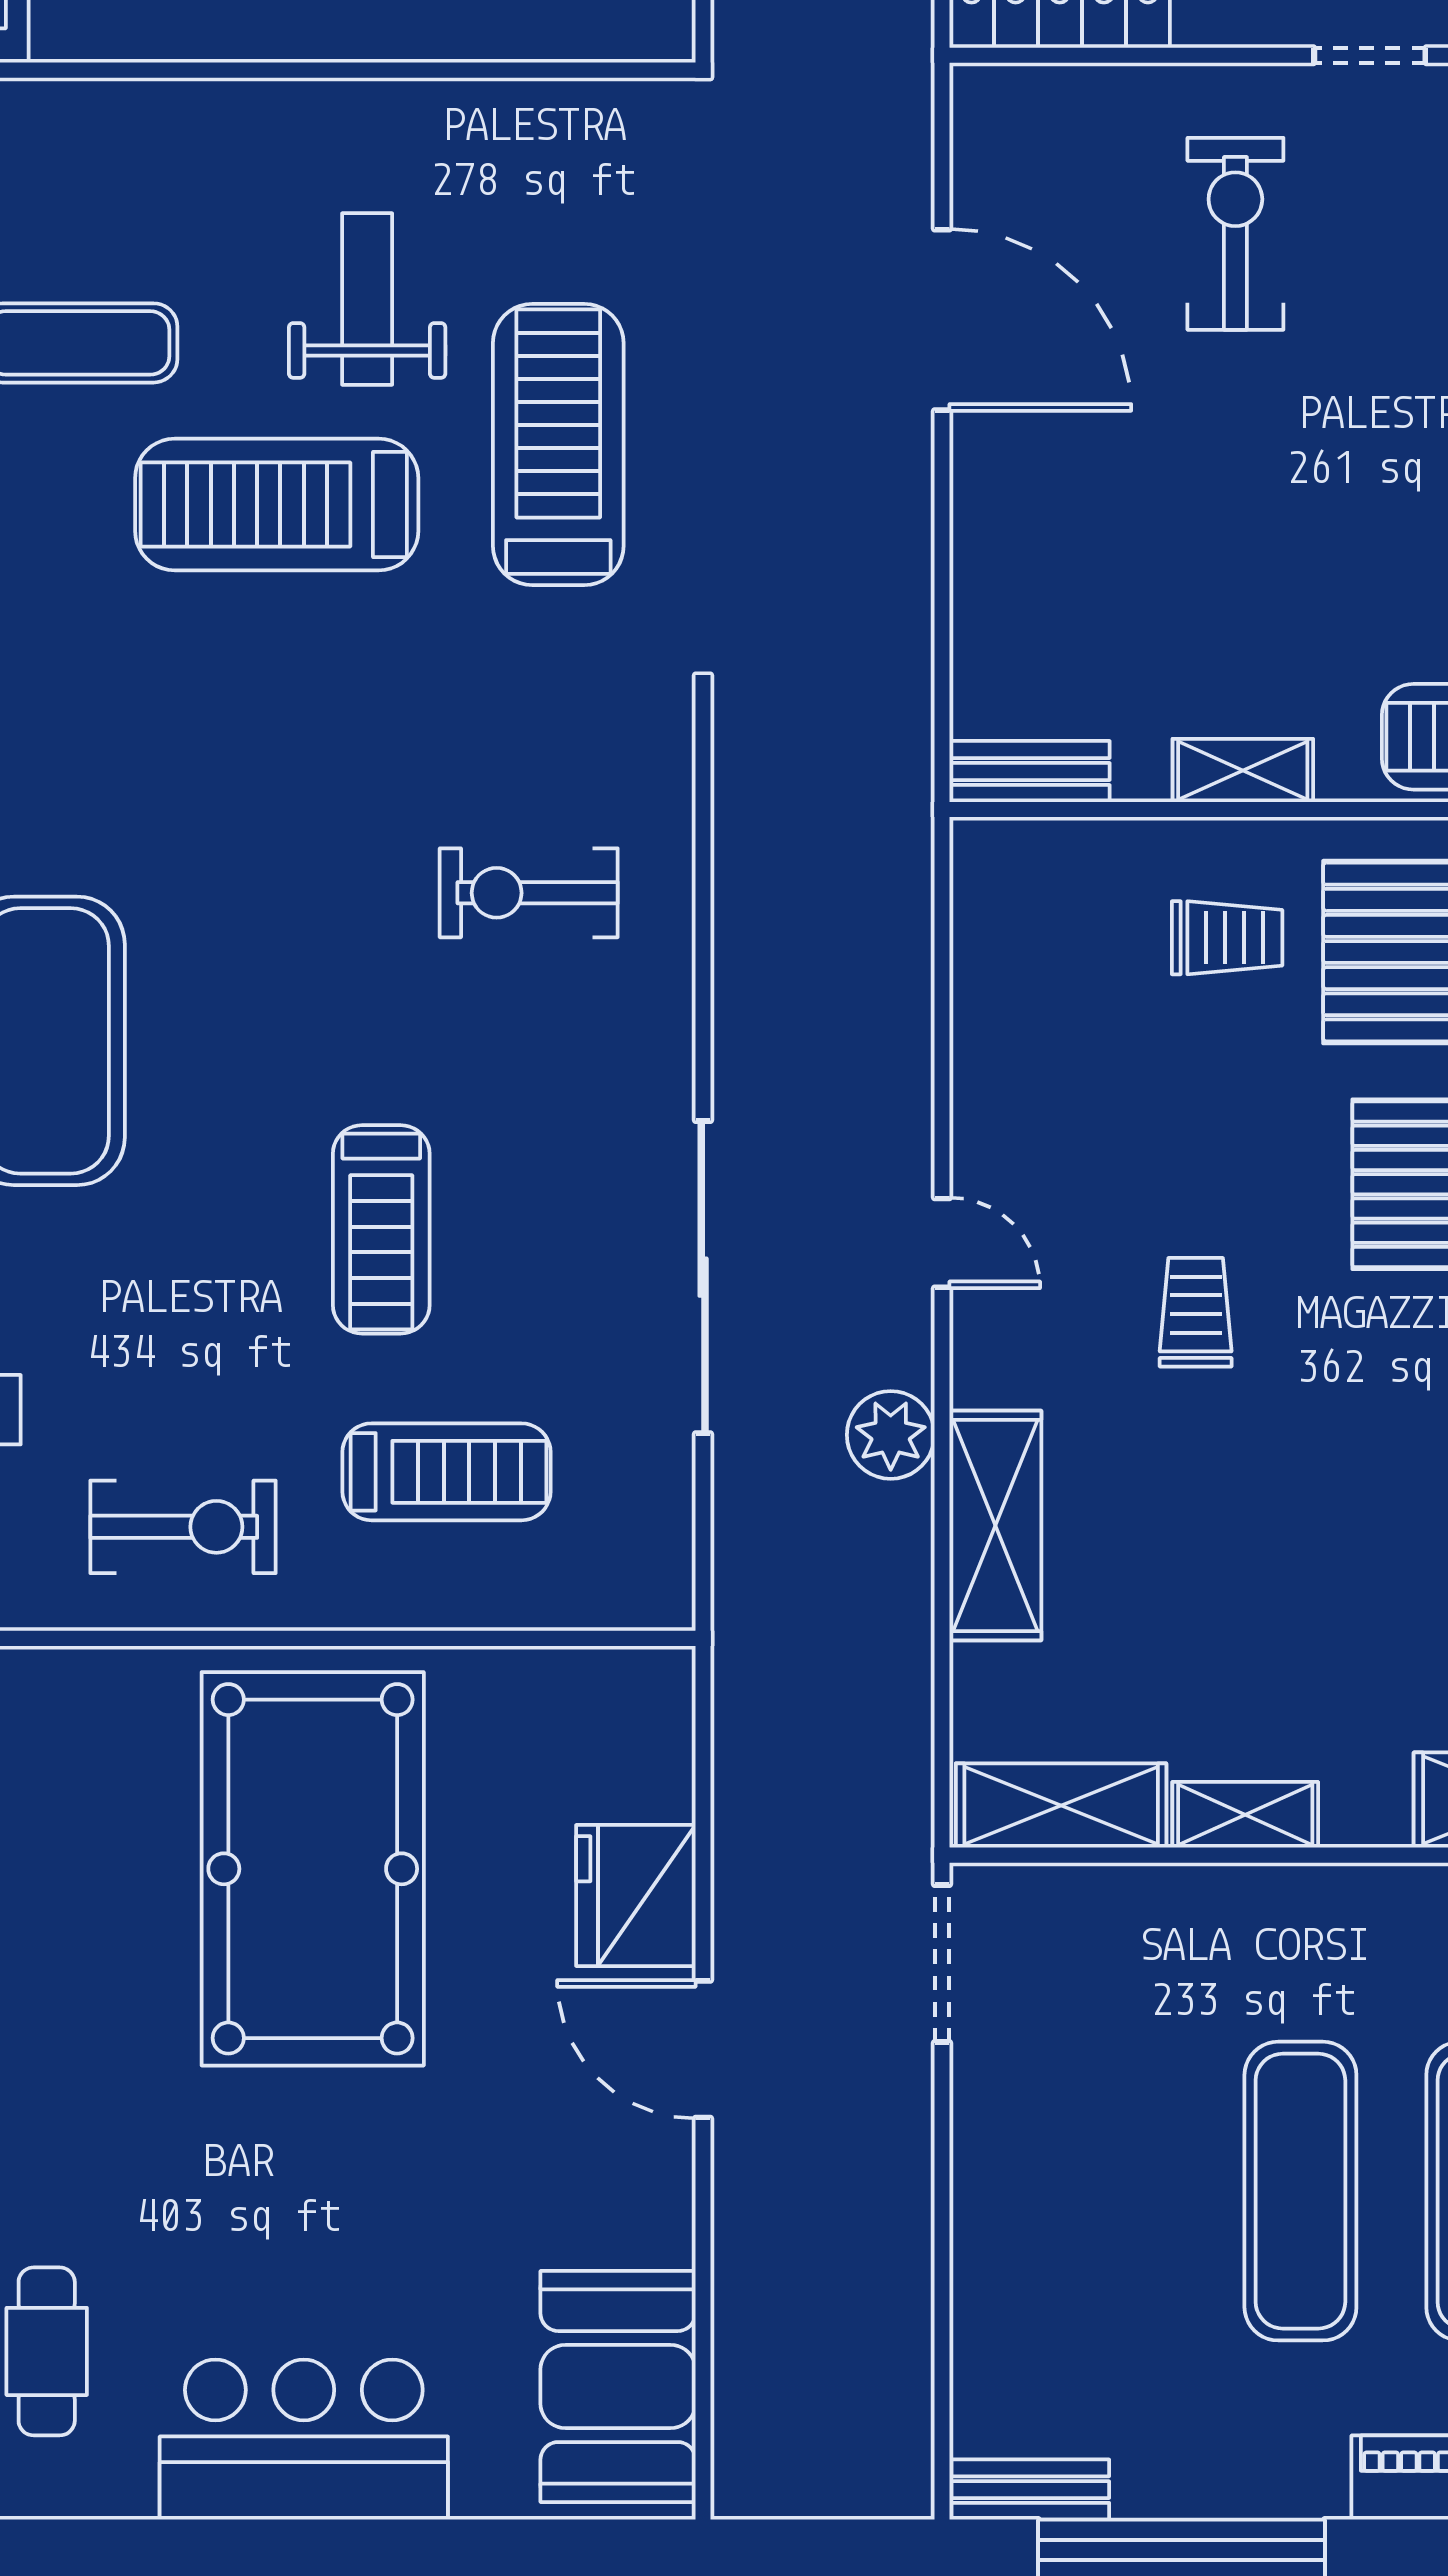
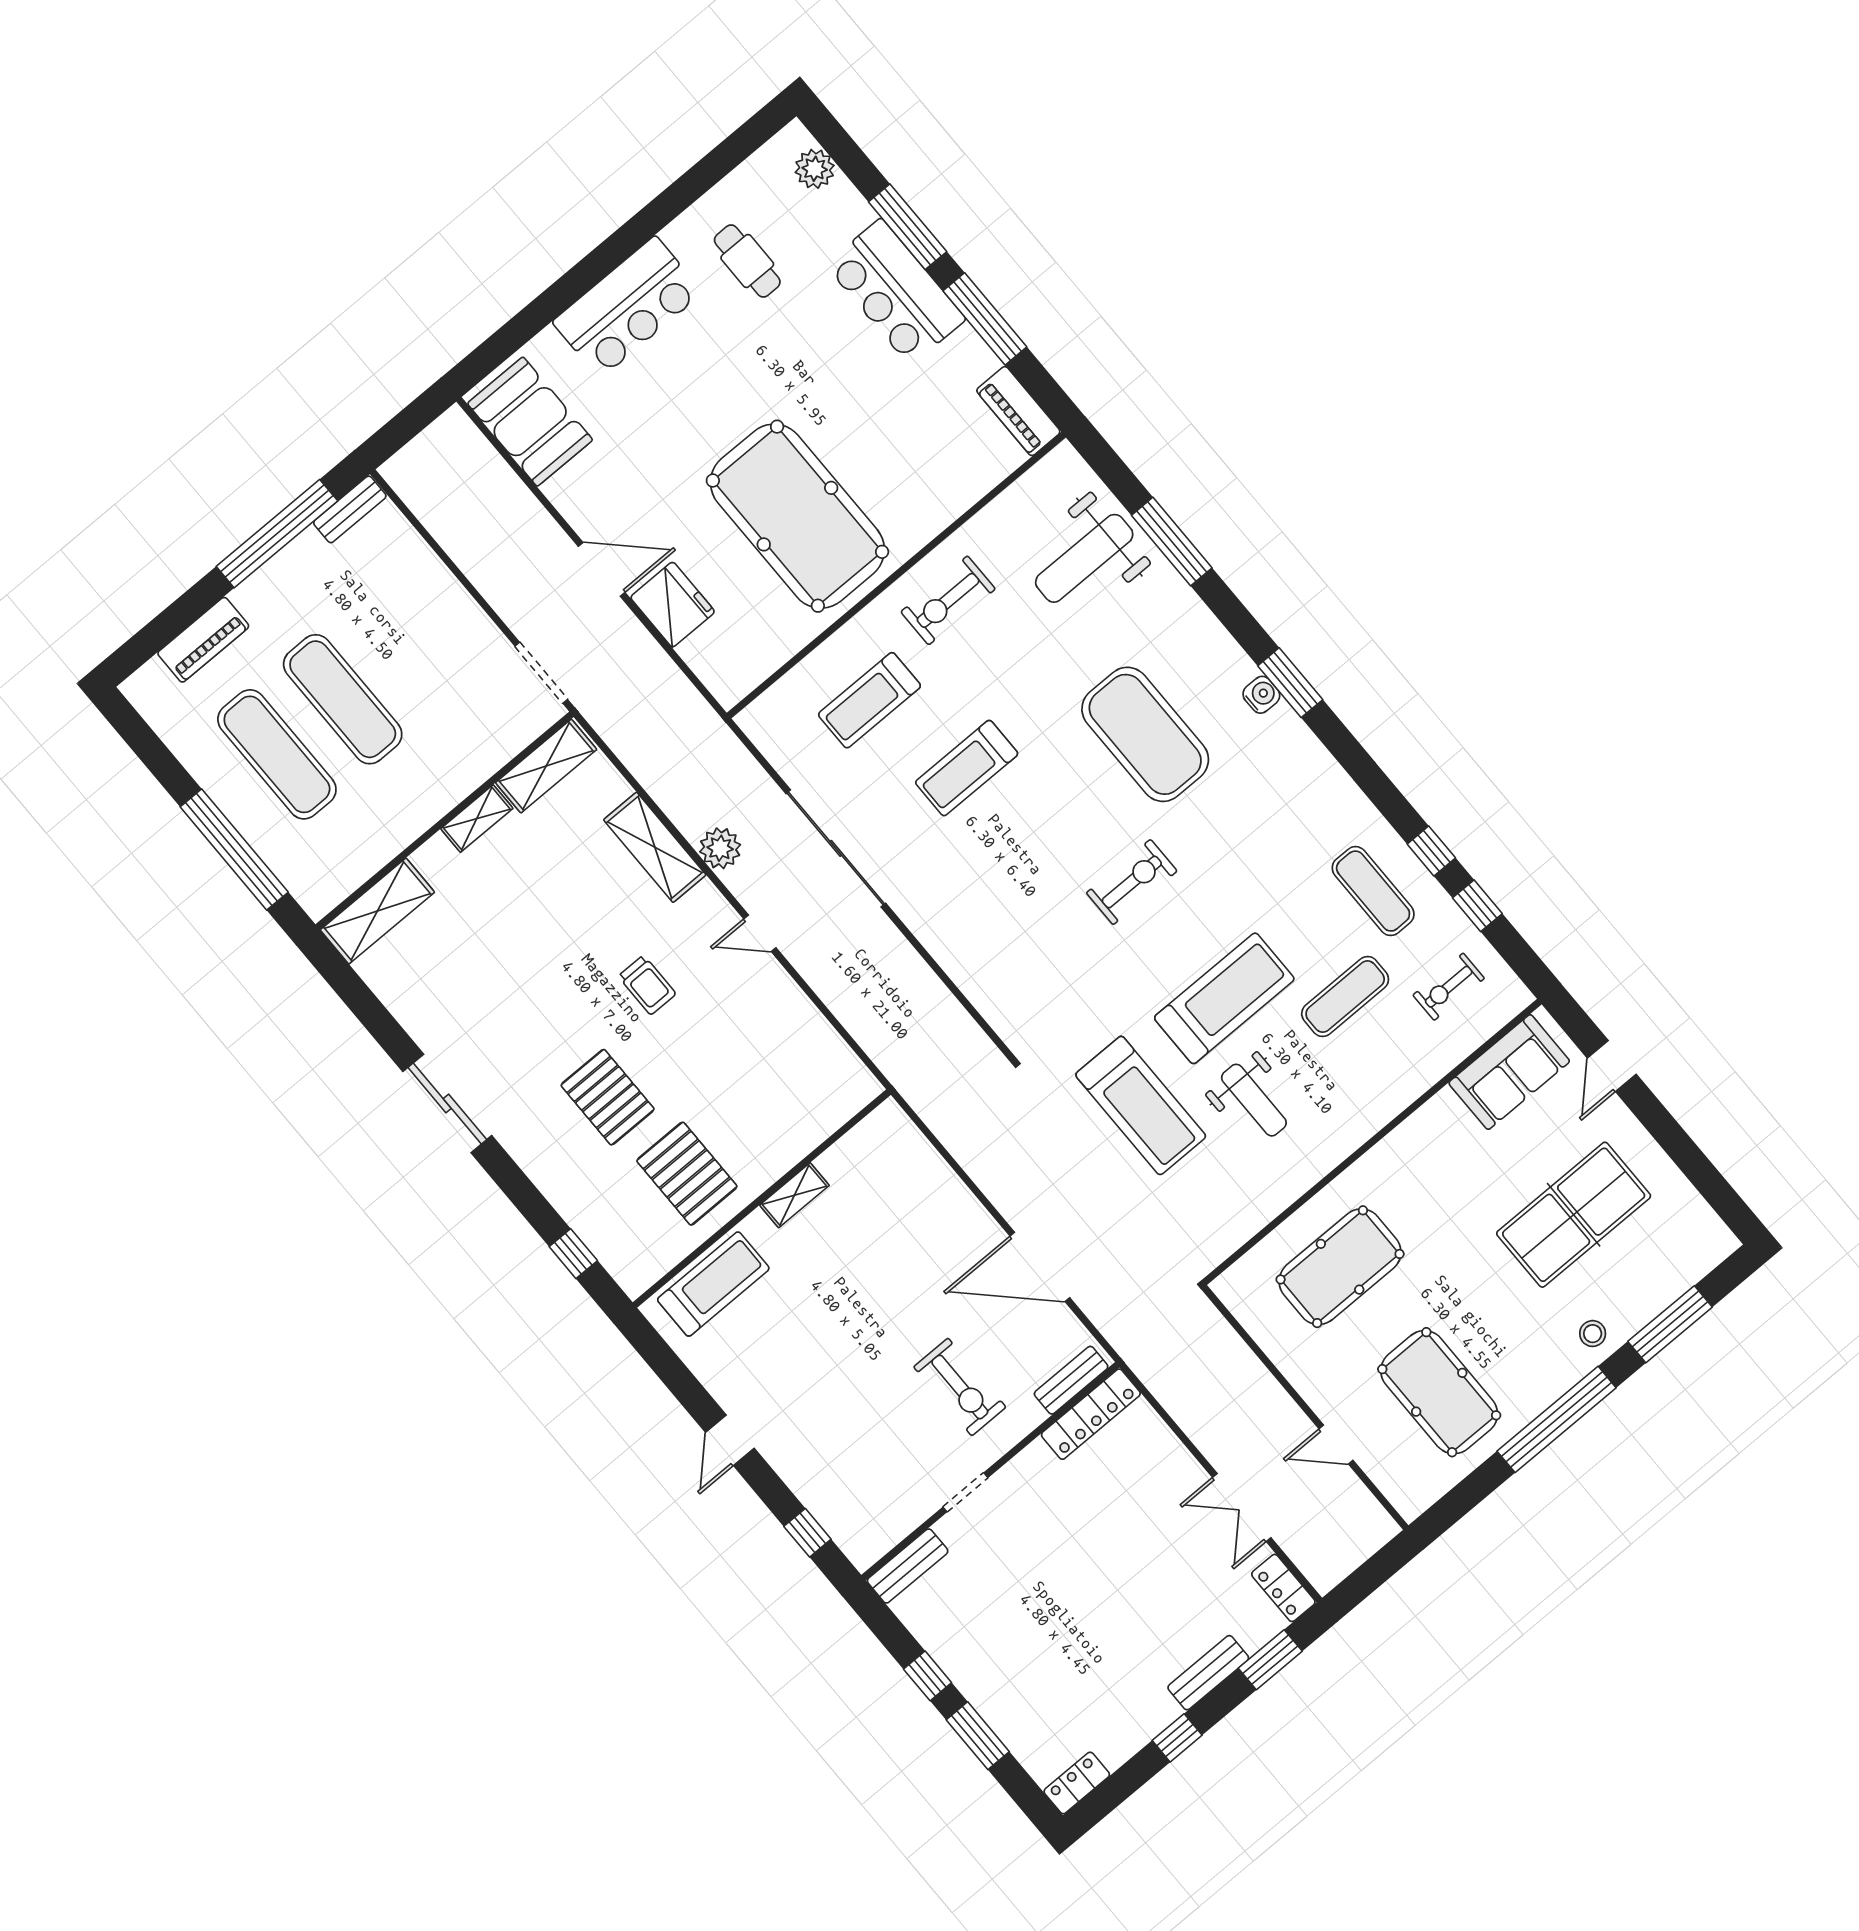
bench: (1030, 771) -> (1071, 1380), moved
exercise bike: (529, 893) -> (1132, 882), moved
trolley: (1227, 938) -> (749, 1130), removed
treadmill: (381, 1229) -> (967, 768), turned -90

